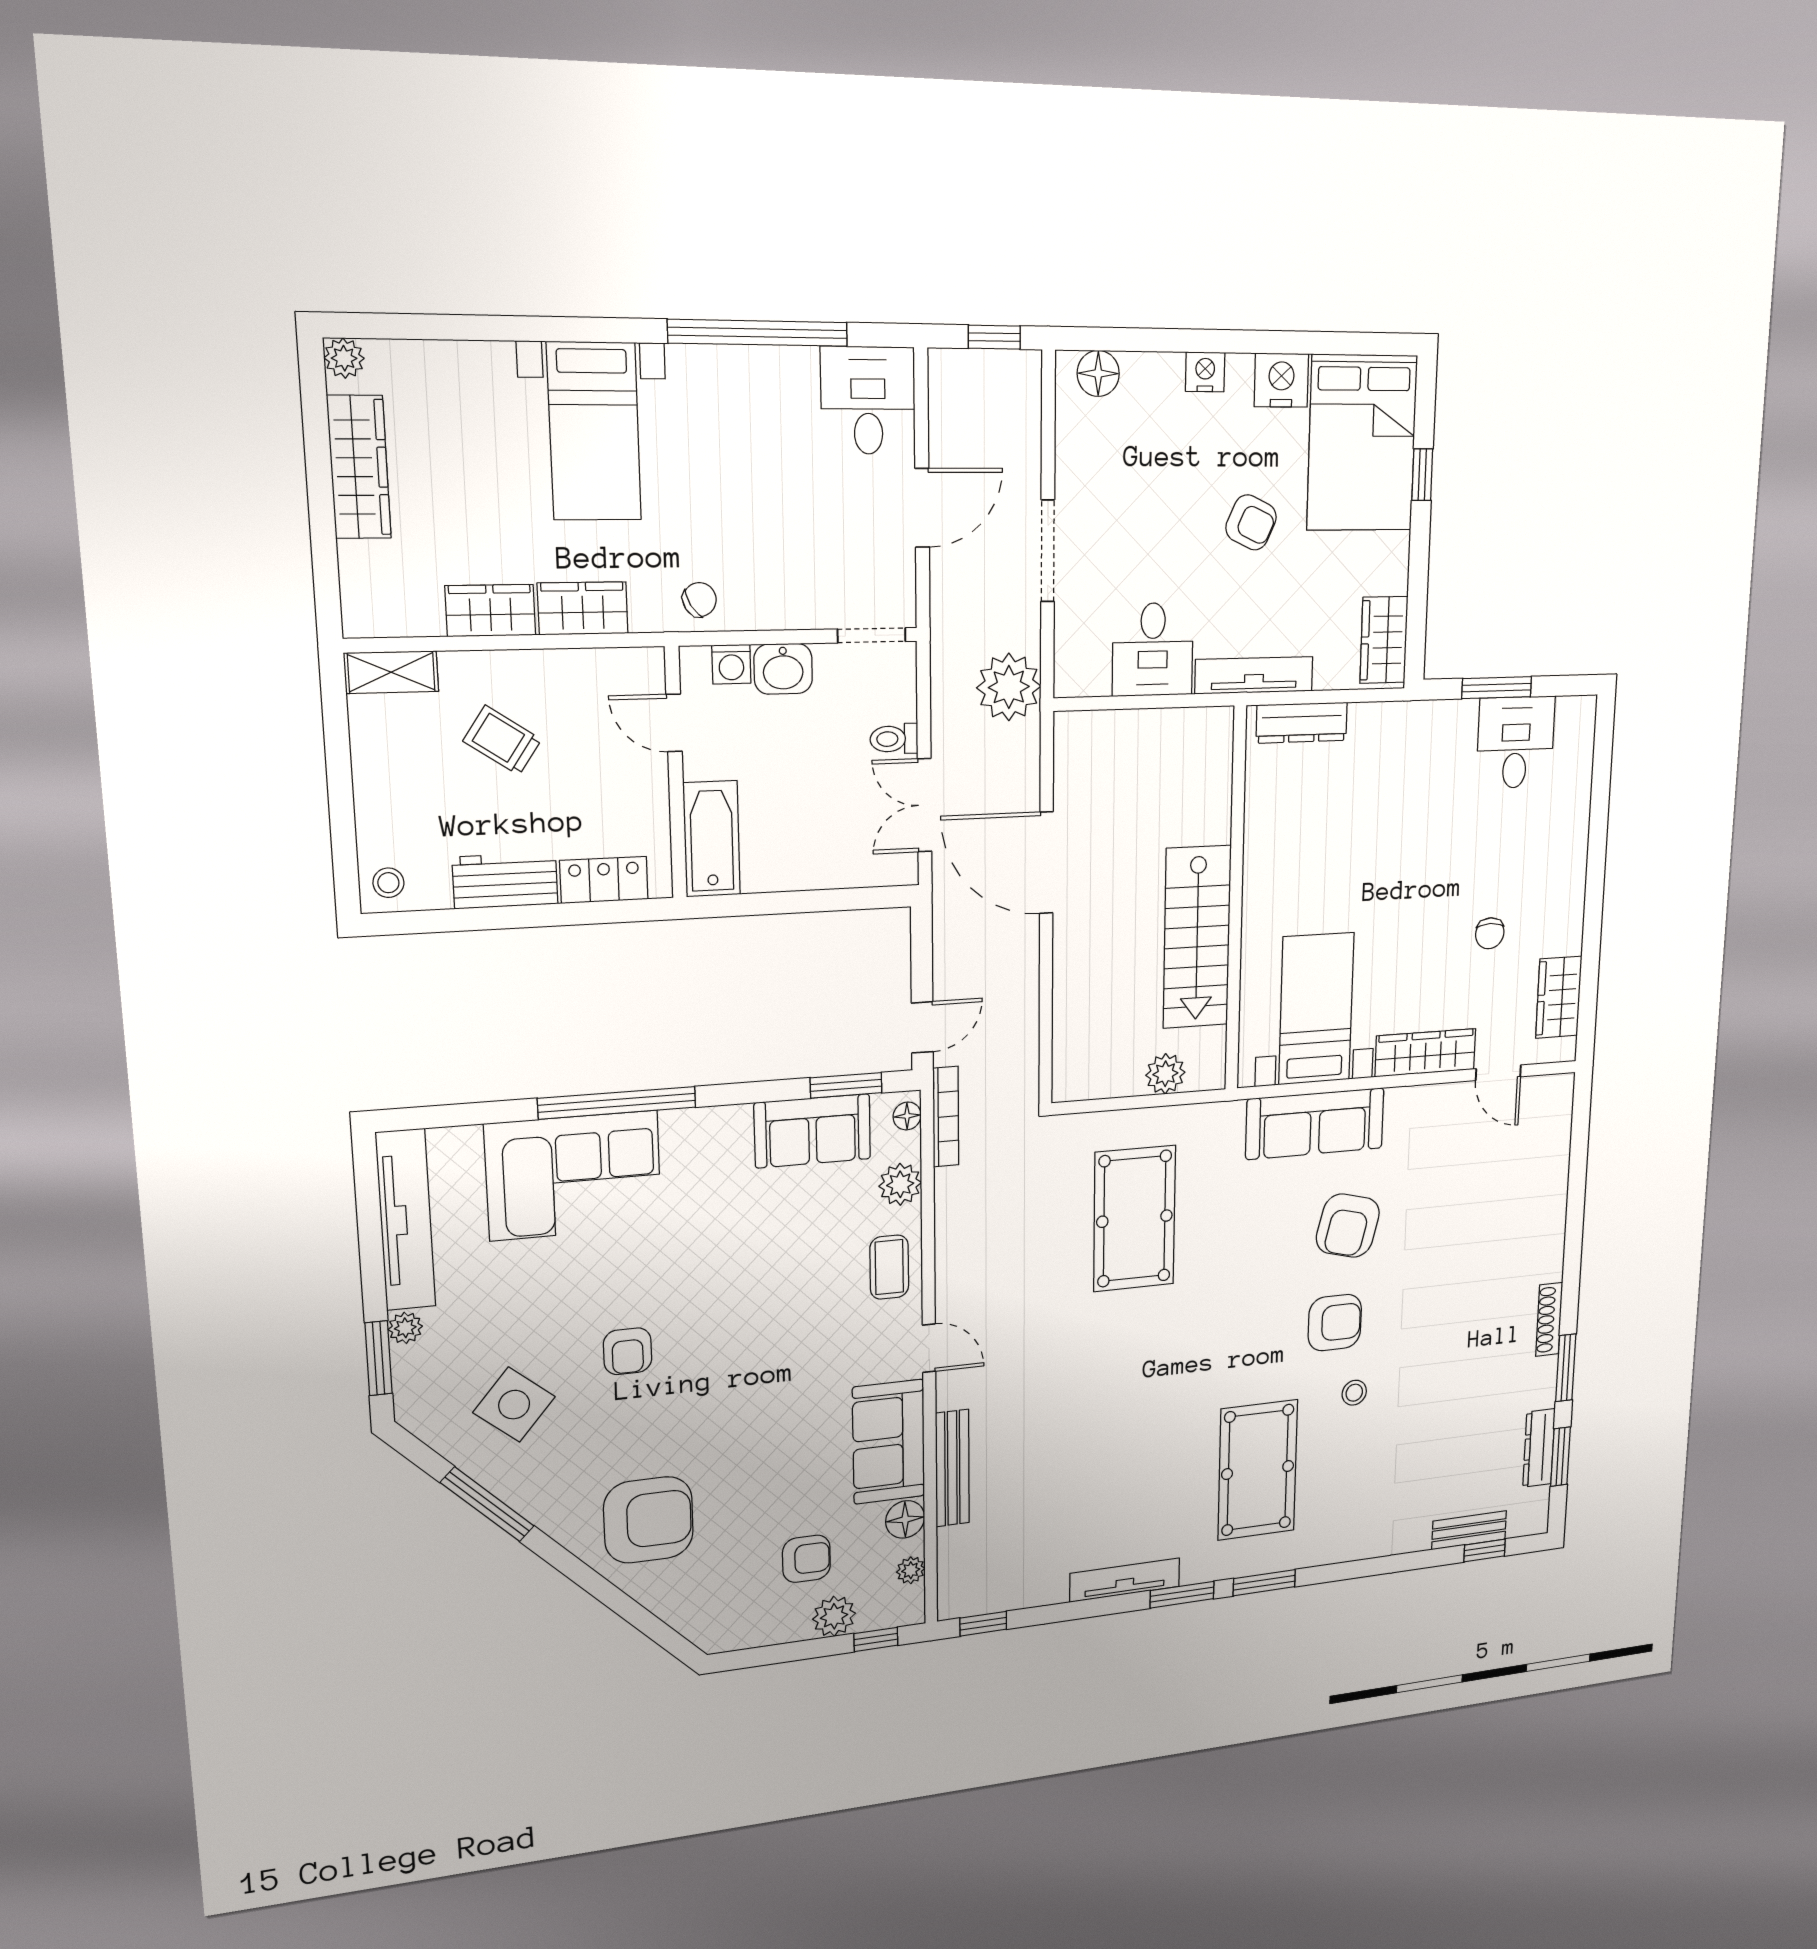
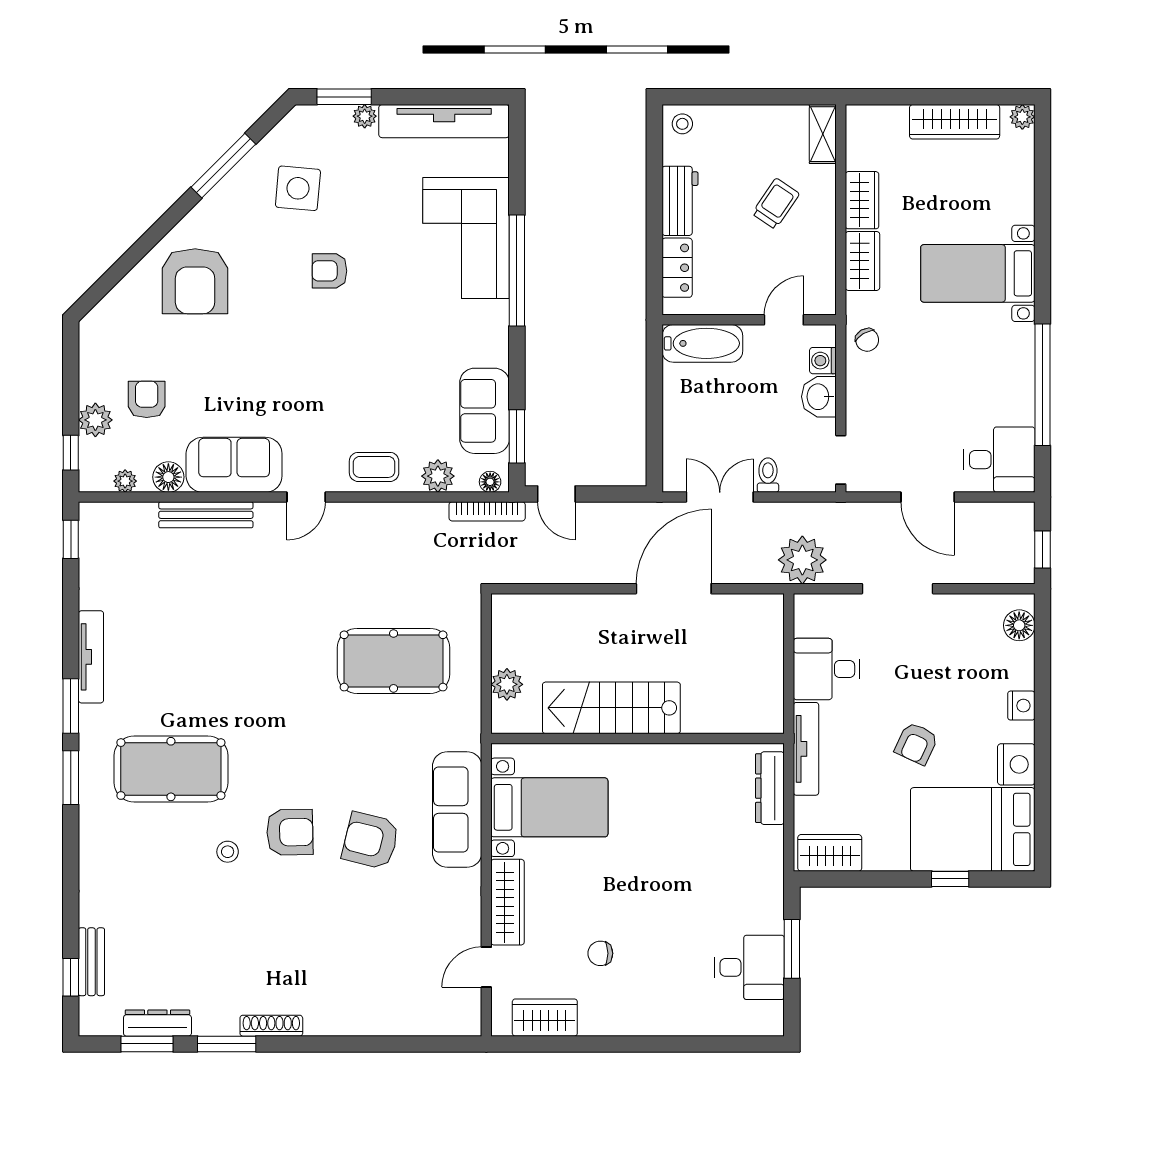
armchair: (1335, 1323) -> (290, 832), turned -91
side table: (514, 1405) -> (298, 188), turned -35
armchair: (806, 1559) -> (147, 399), turned 180

